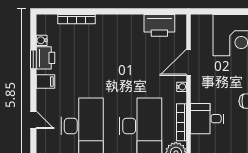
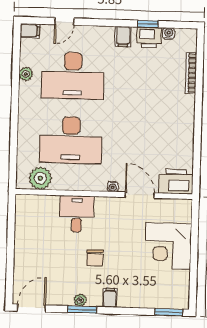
printer: (159, 25) -> (176, 182), moved, turned 90
door: (33, 120) -> (64, 21), moved
bookcase: (182, 122) -> (74, 185), removed

